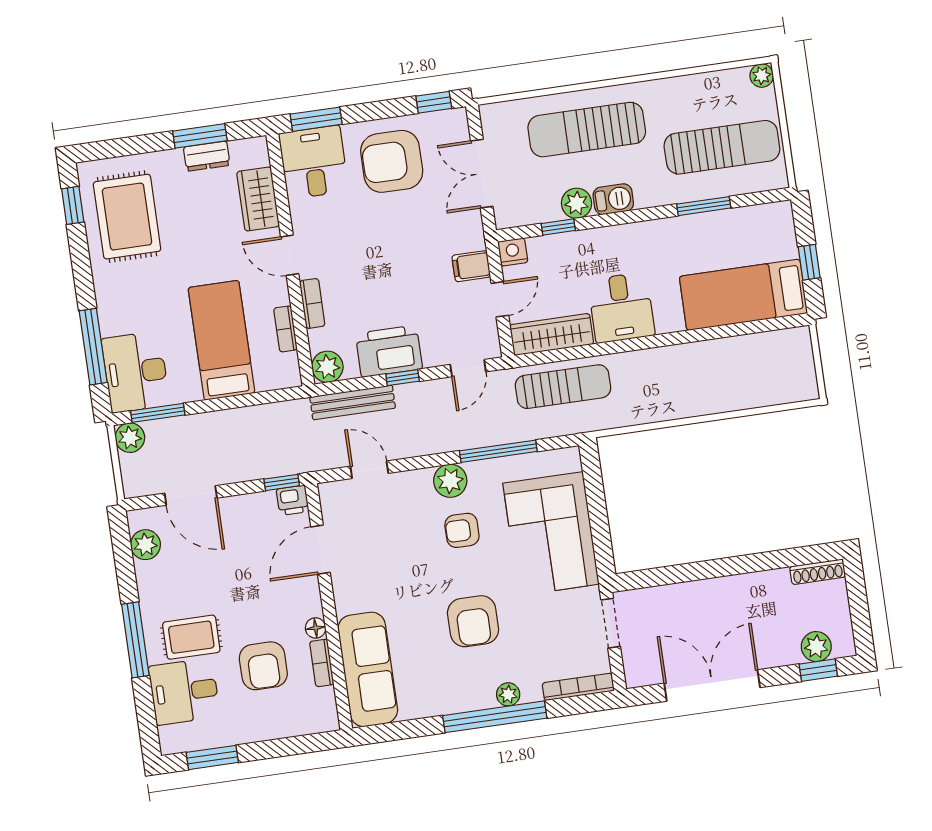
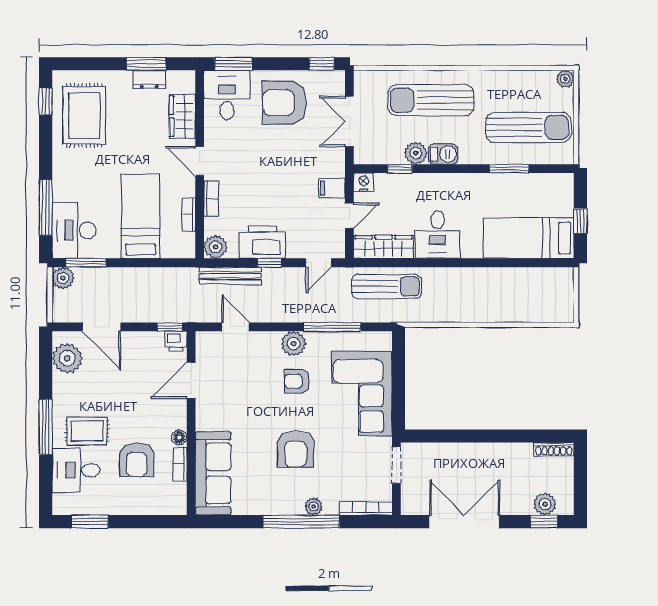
plant: (145, 545) -> (67, 358), width x1.36, depth x1.36

